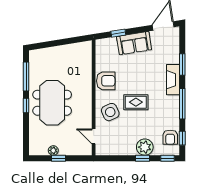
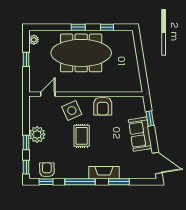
window: (26, 76) -> (107, 27), width x0.46
meeting table: (52, 103) -> (81, 53), width x1.36
armchair: (170, 137) -> (47, 170), turned 89
plant: (145, 147) -> (37, 134), moved
plant: (53, 150) -> (34, 40), moved

